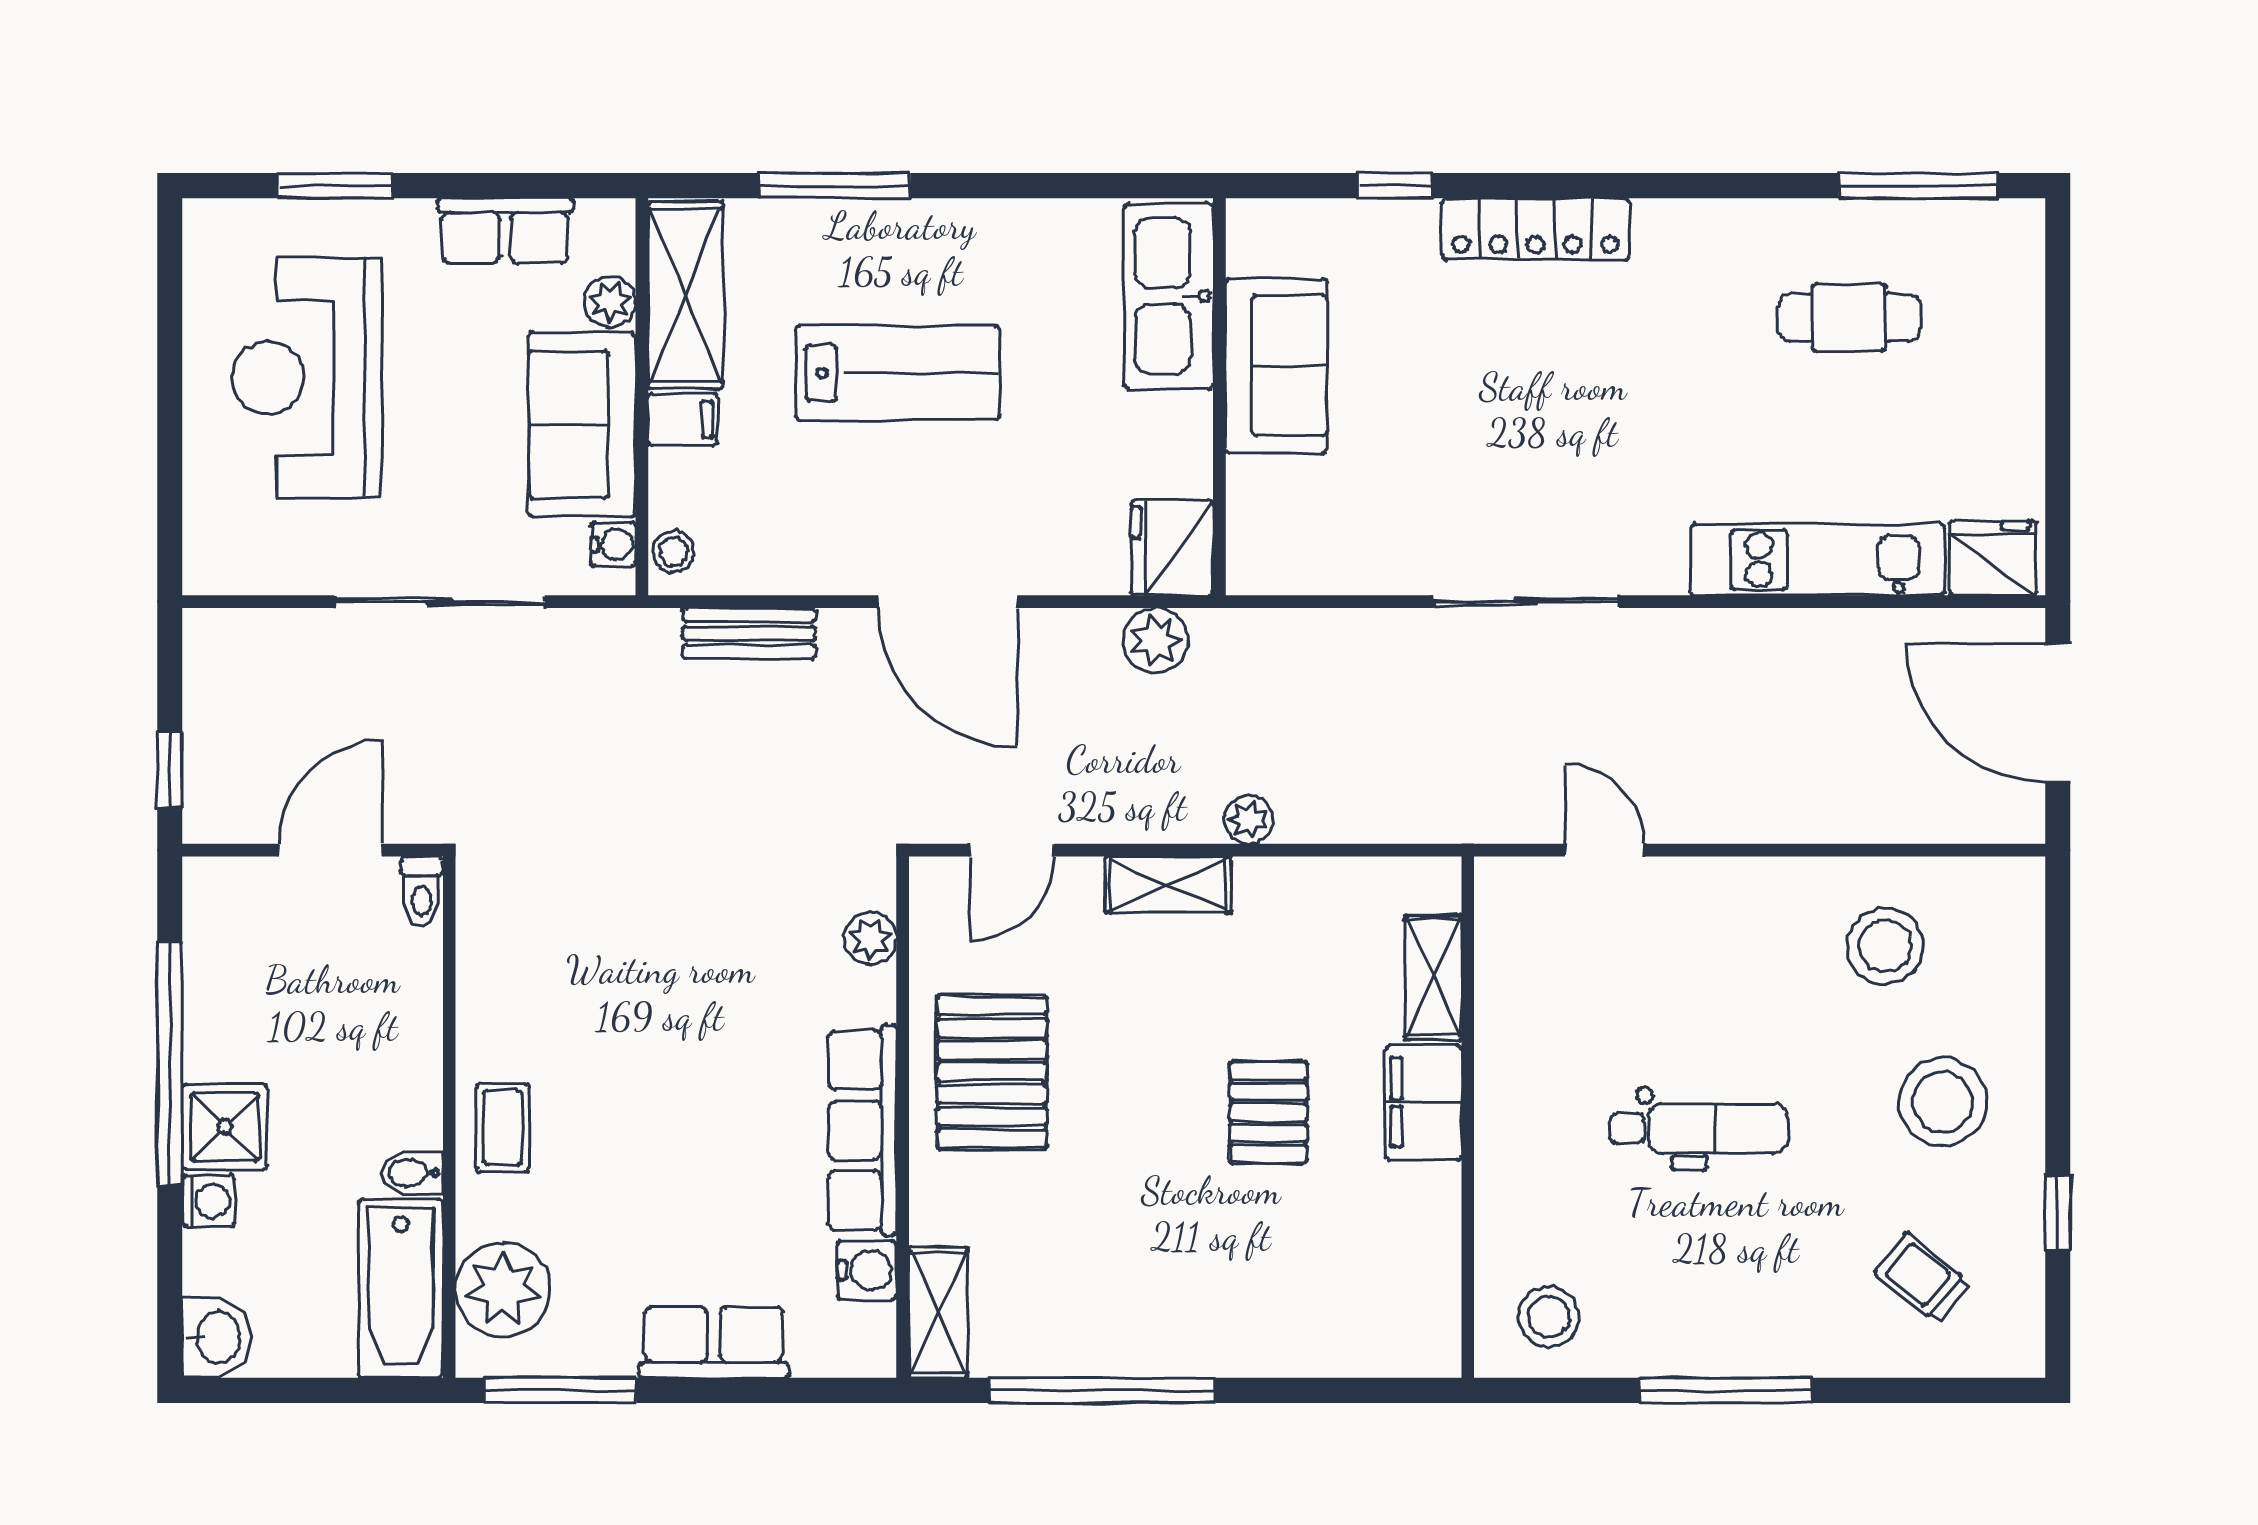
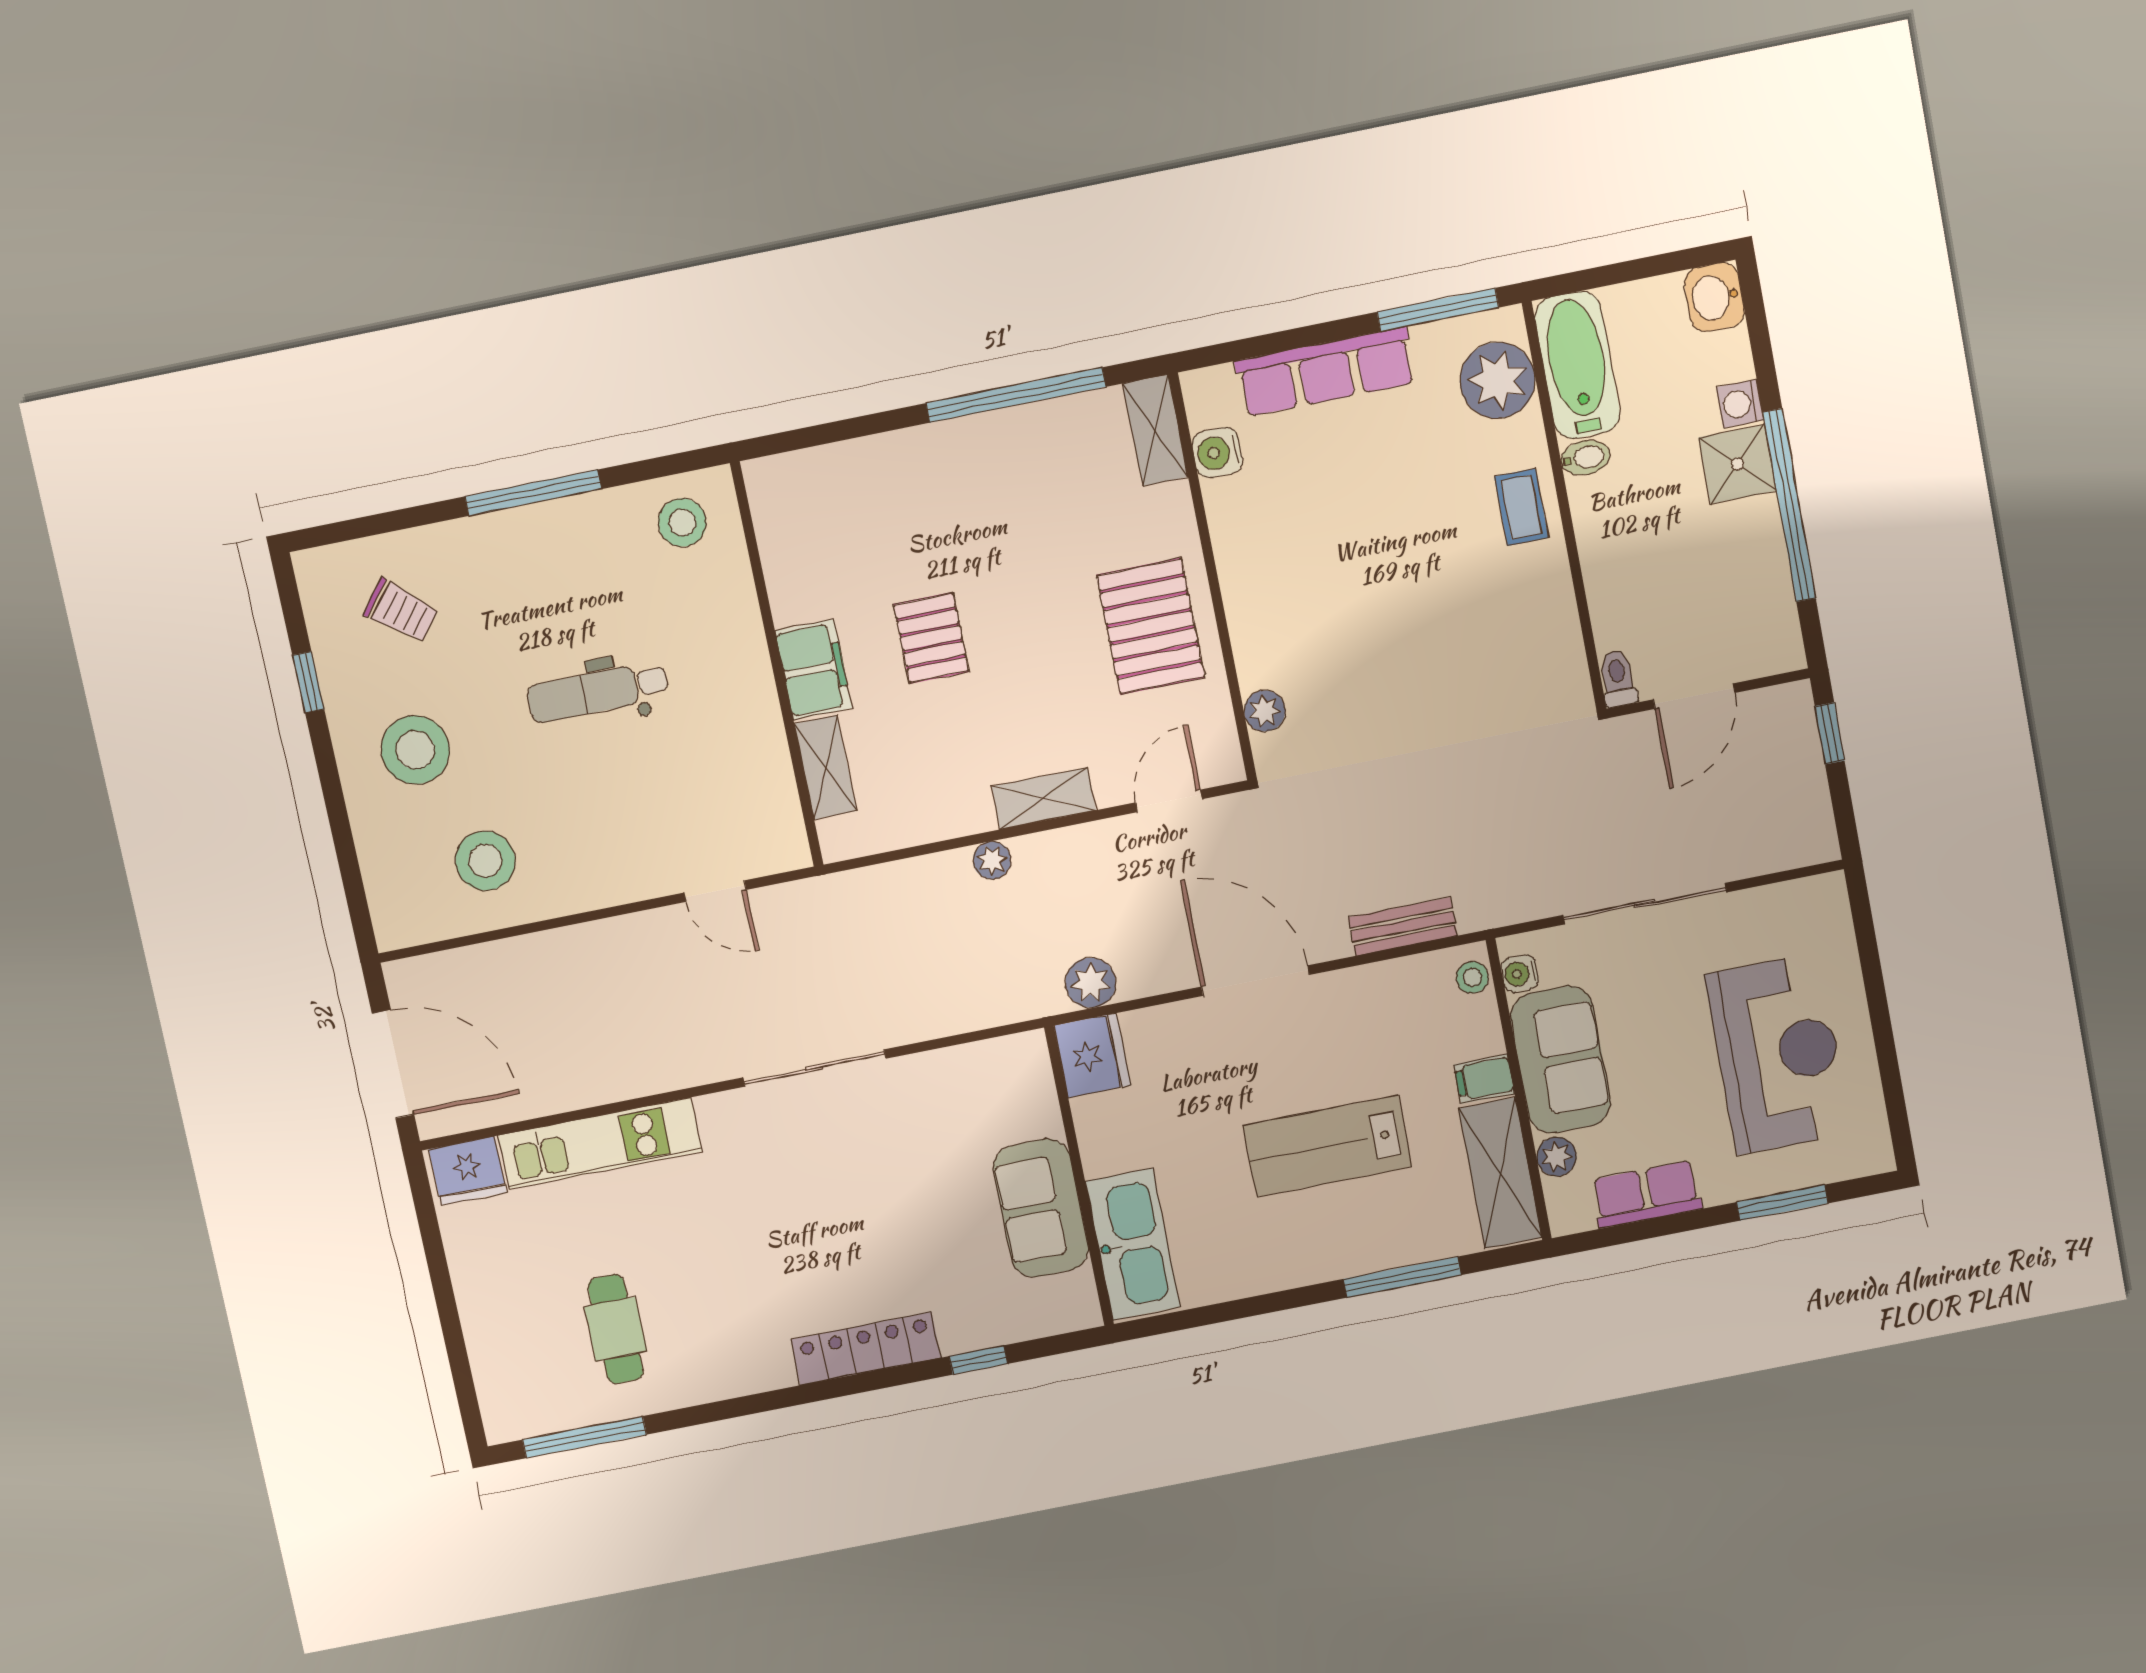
cafe table: (1849, 318) -> (616, 1329), turned 90
row of seats: (862, 1130) -> (1242, 561), removed
row of seats: (714, 1342) -> (1326, 372), width x1.48

